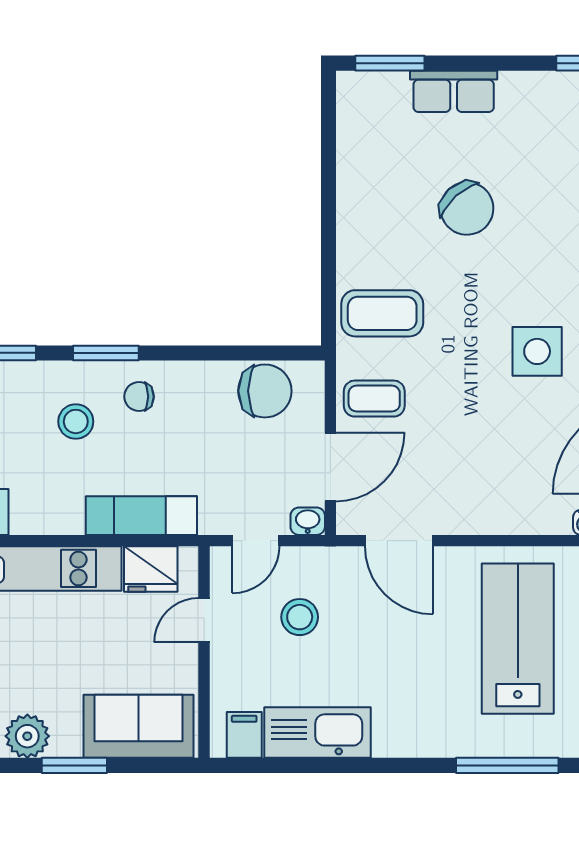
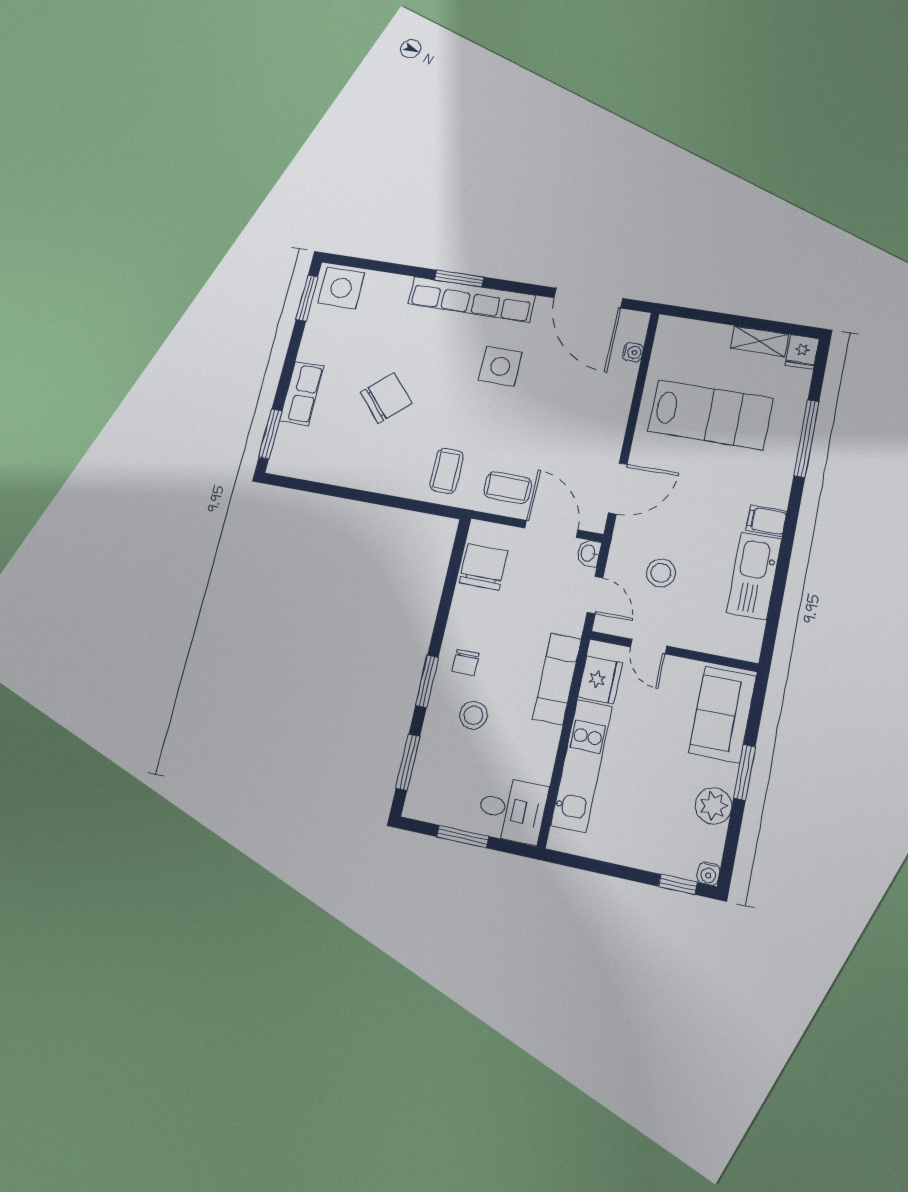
coffee table: (382, 313) -> (447, 471), width x0.73, depth x0.77
coffee table: (374, 399) -> (508, 488), turned 90
lab bench: (518, 639) -> (710, 415), turned 180
filing cabinet: (244, 735) -> (766, 521), moved

